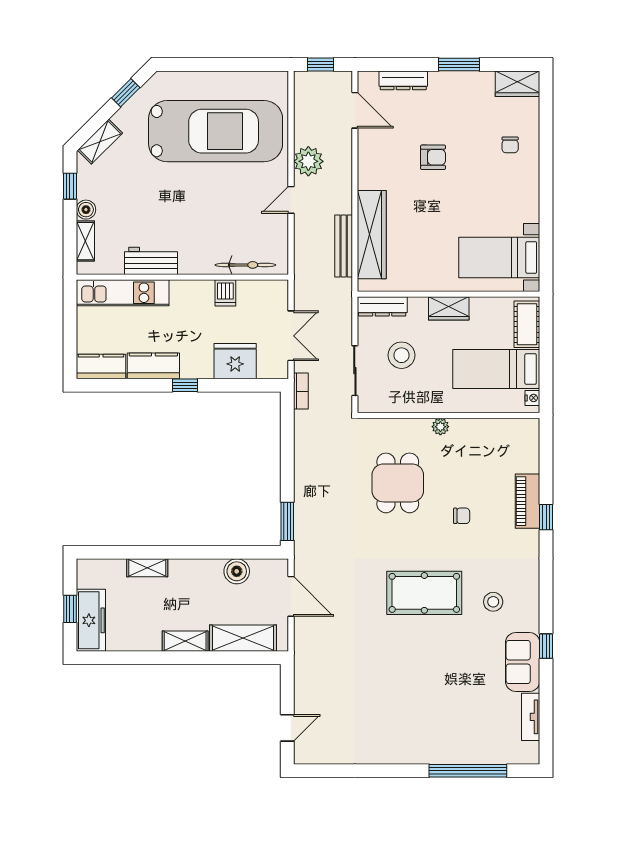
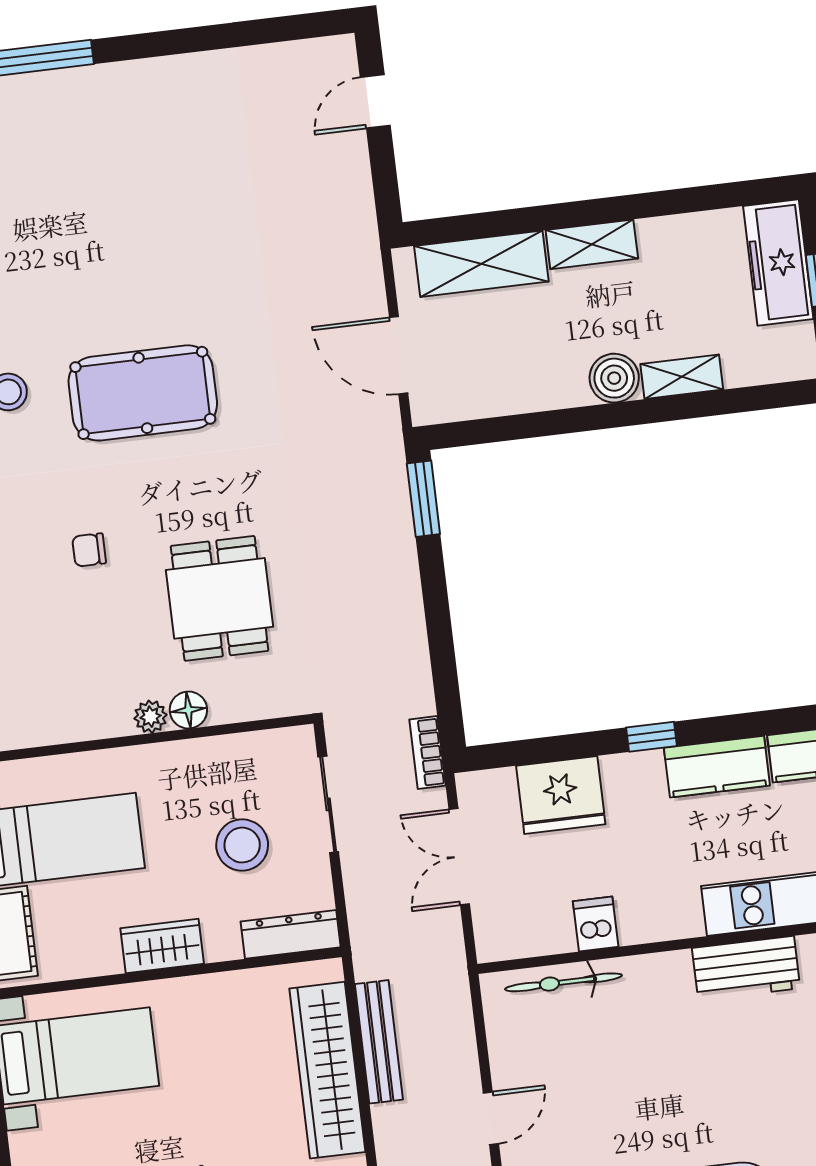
floor lamp: (421, 428) -> (188, 710), added
boiler: (237, 571) -> (614, 378), moved

